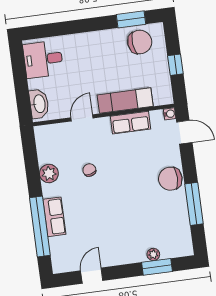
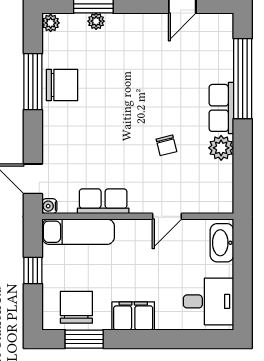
filing cabinet: (97, 41) -> (133, 316), added
chair: (140, 42) -> (76, 307), turned 96
exam couch: (125, 101) -> (78, 232), moved
chair: (170, 179) -> (62, 85), moved
row of seats: (54, 217) -> (221, 108), moved
plant: (187, 249) -> (51, 23), added

